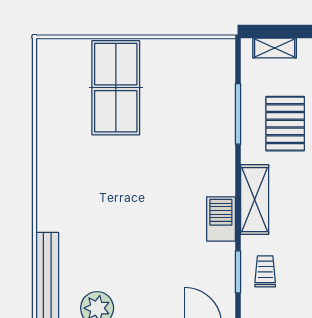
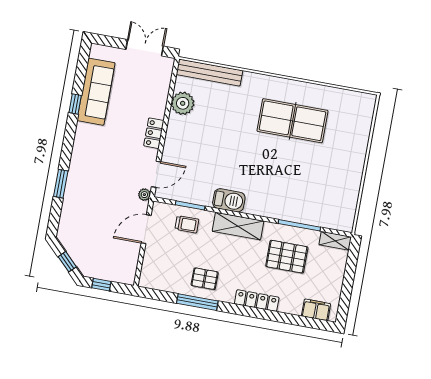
shelving: (275, 48) -> (335, 241), moved, turned 90
table tennis table: (116, 88) -> (292, 121), moved

